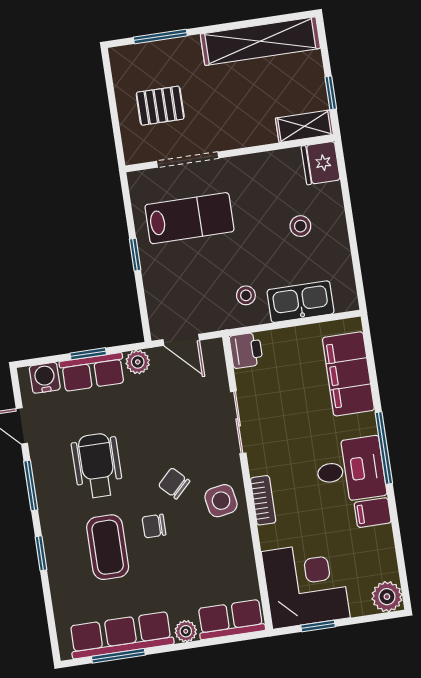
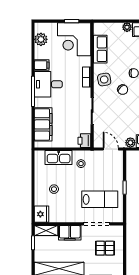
filing cabinet: (248, 129) -> (70, 233), added
lab bench: (190, 218) -> (100, 199), turned 180
plant: (387, 597) -> (41, 39), moved
row of seats: (231, 620) -> (100, 49), moved, turned -90

